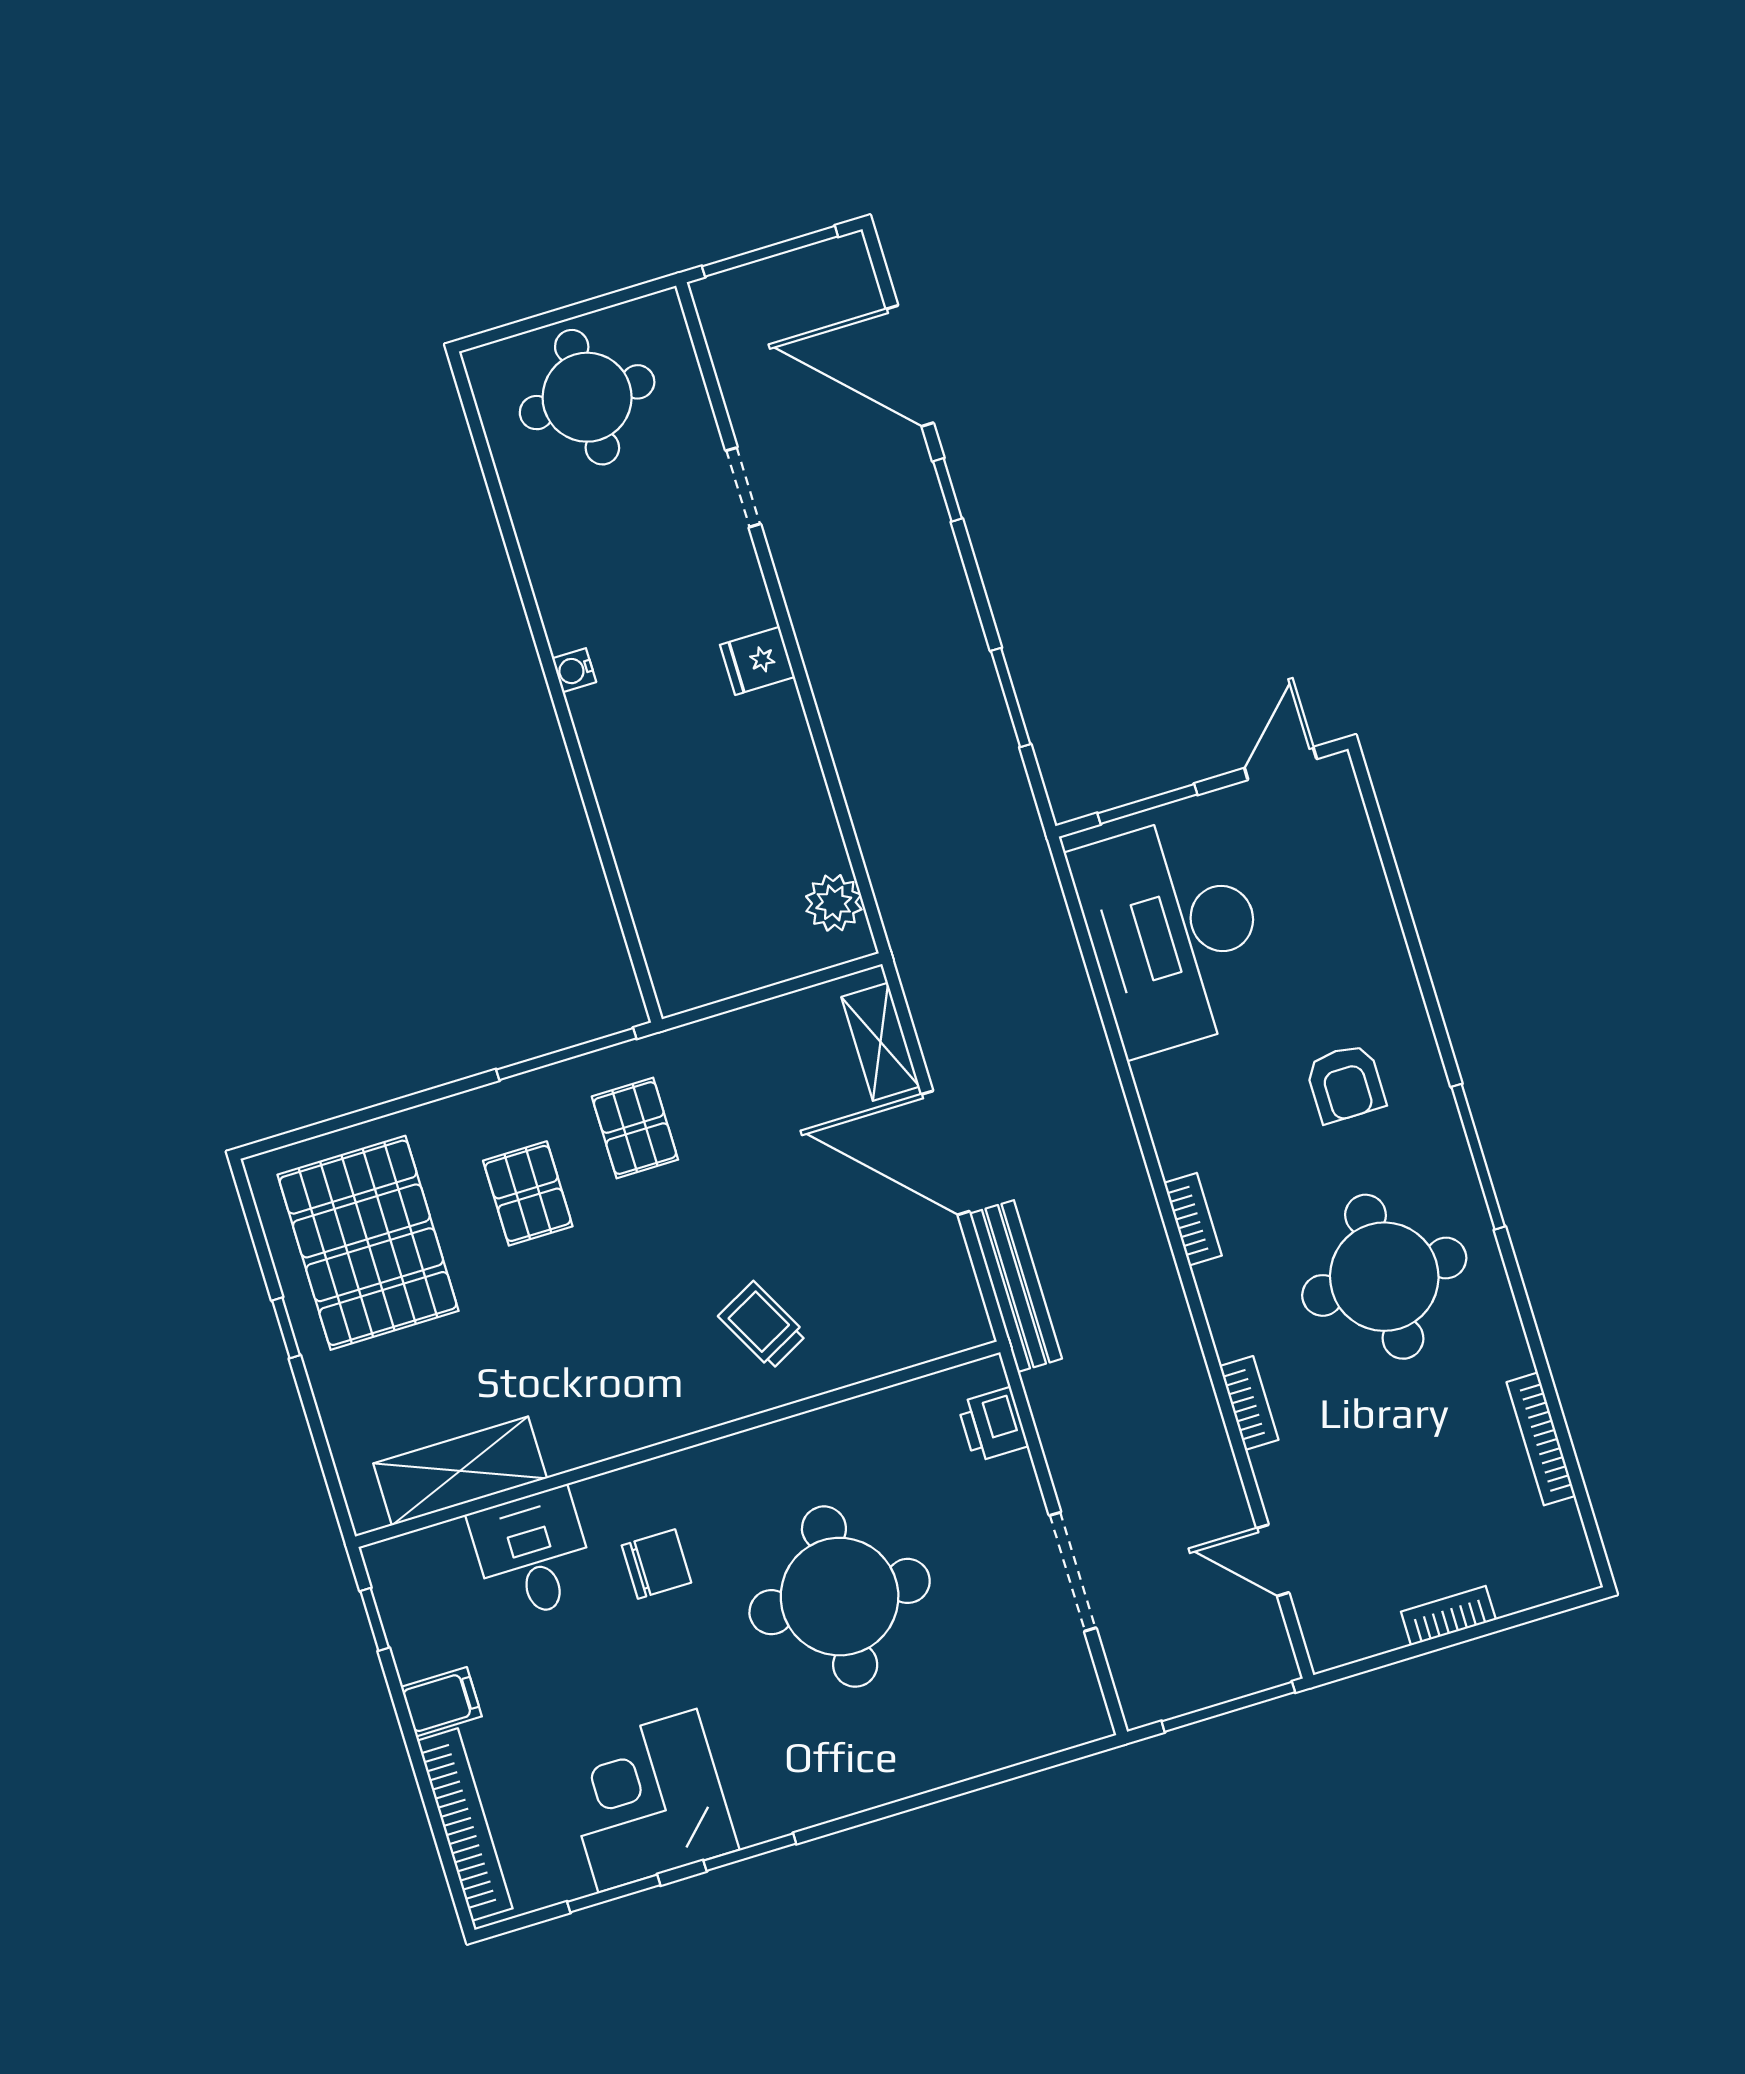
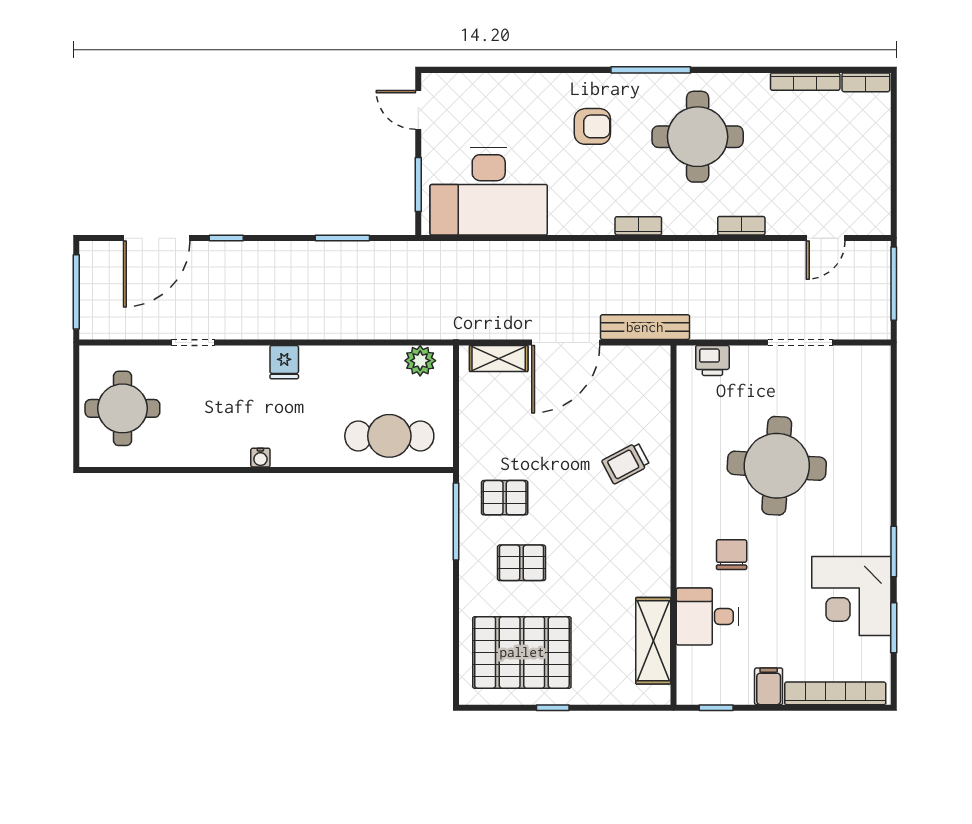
cafe table: (683, 889) -> (389, 436), added
bookcase: (1448, 1616) -> (866, 82), moved, turned -90

